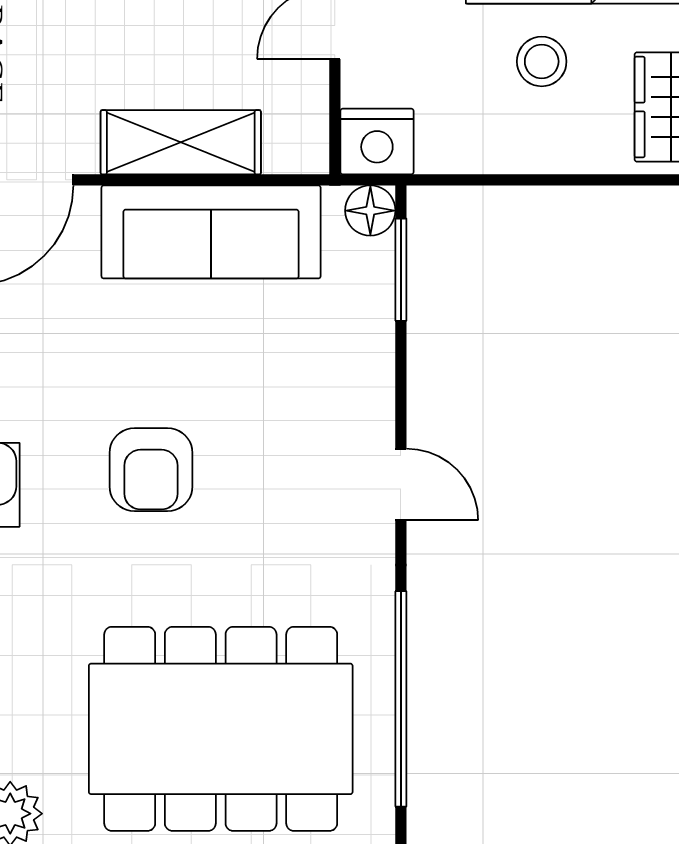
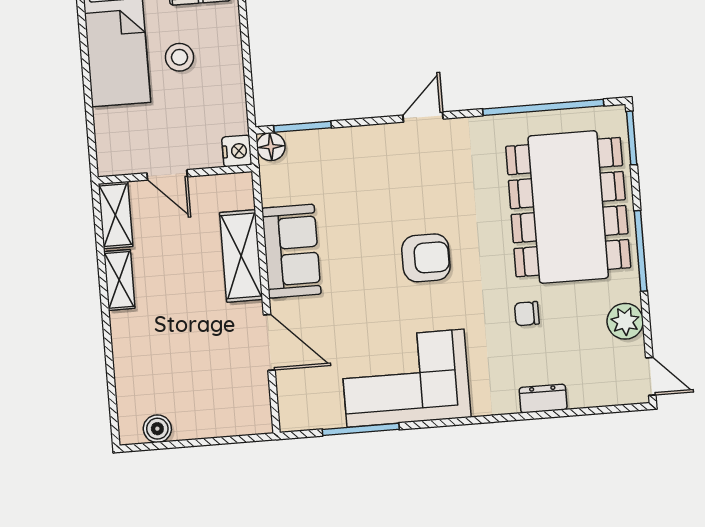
nightstand: (377, 142) -> (237, 151), width x0.74, depth x0.75
sofa: (211, 232) -> (291, 251), width x0.73
chair: (38, 640) -> (527, 314), added

